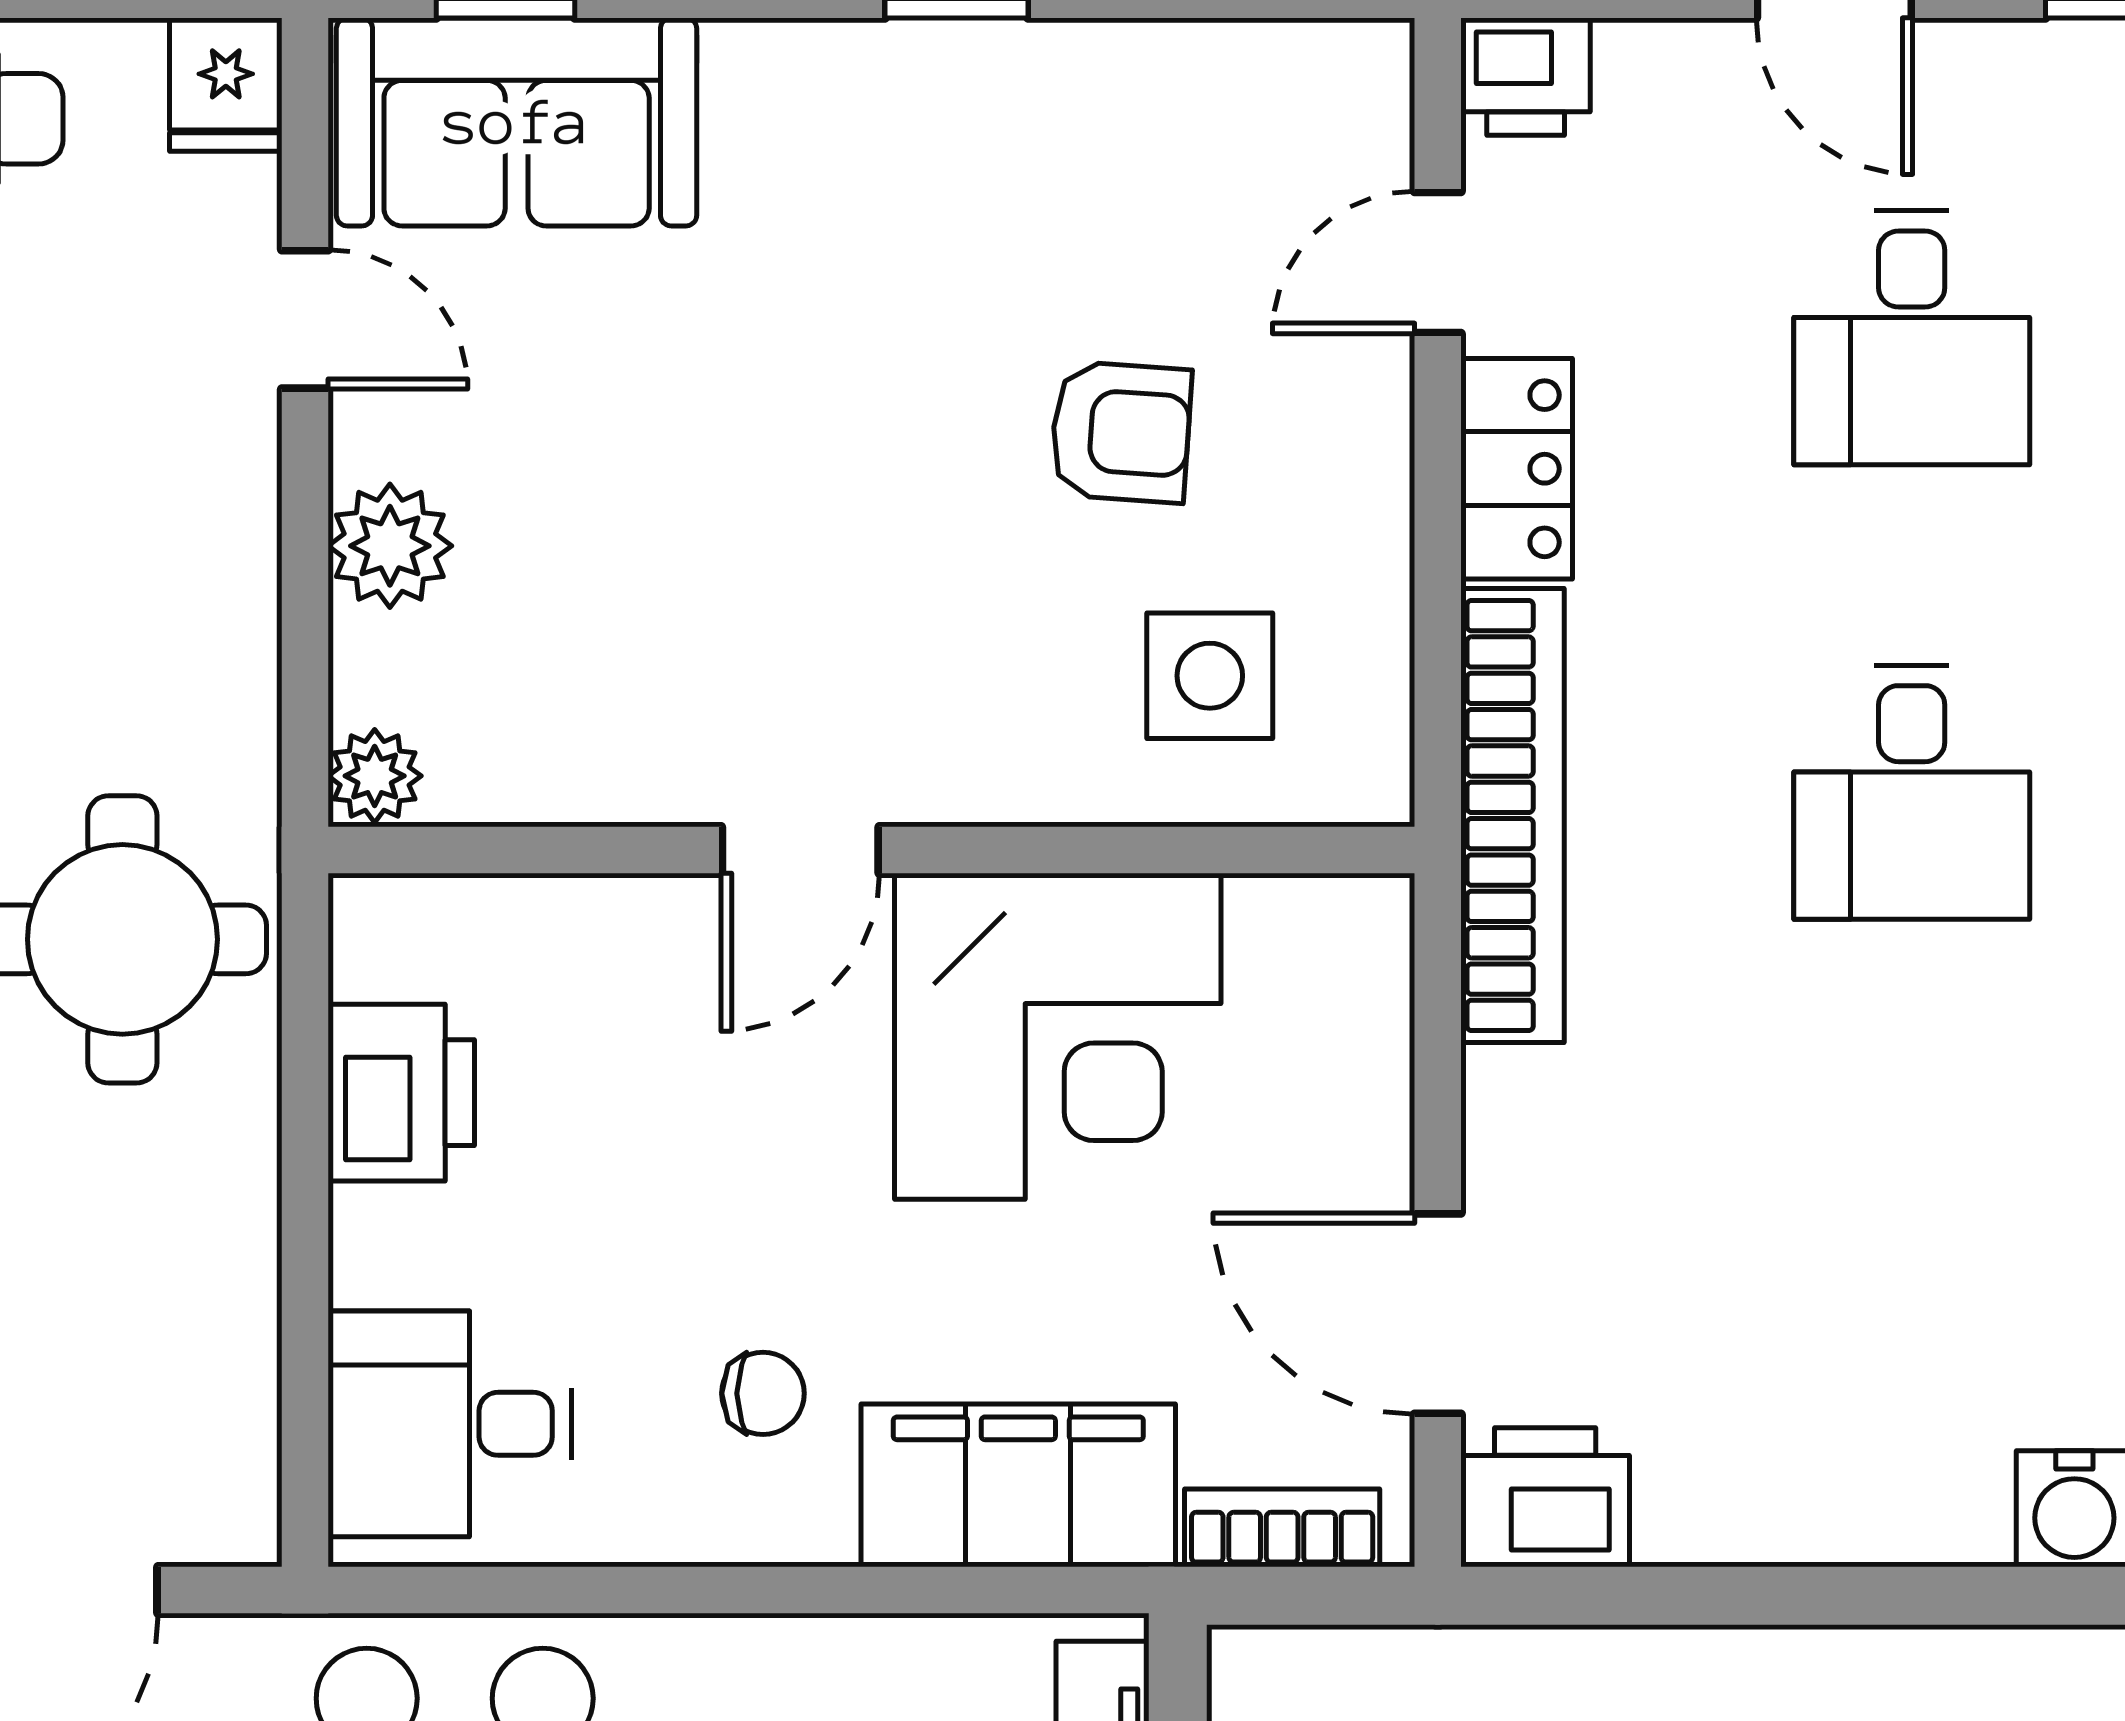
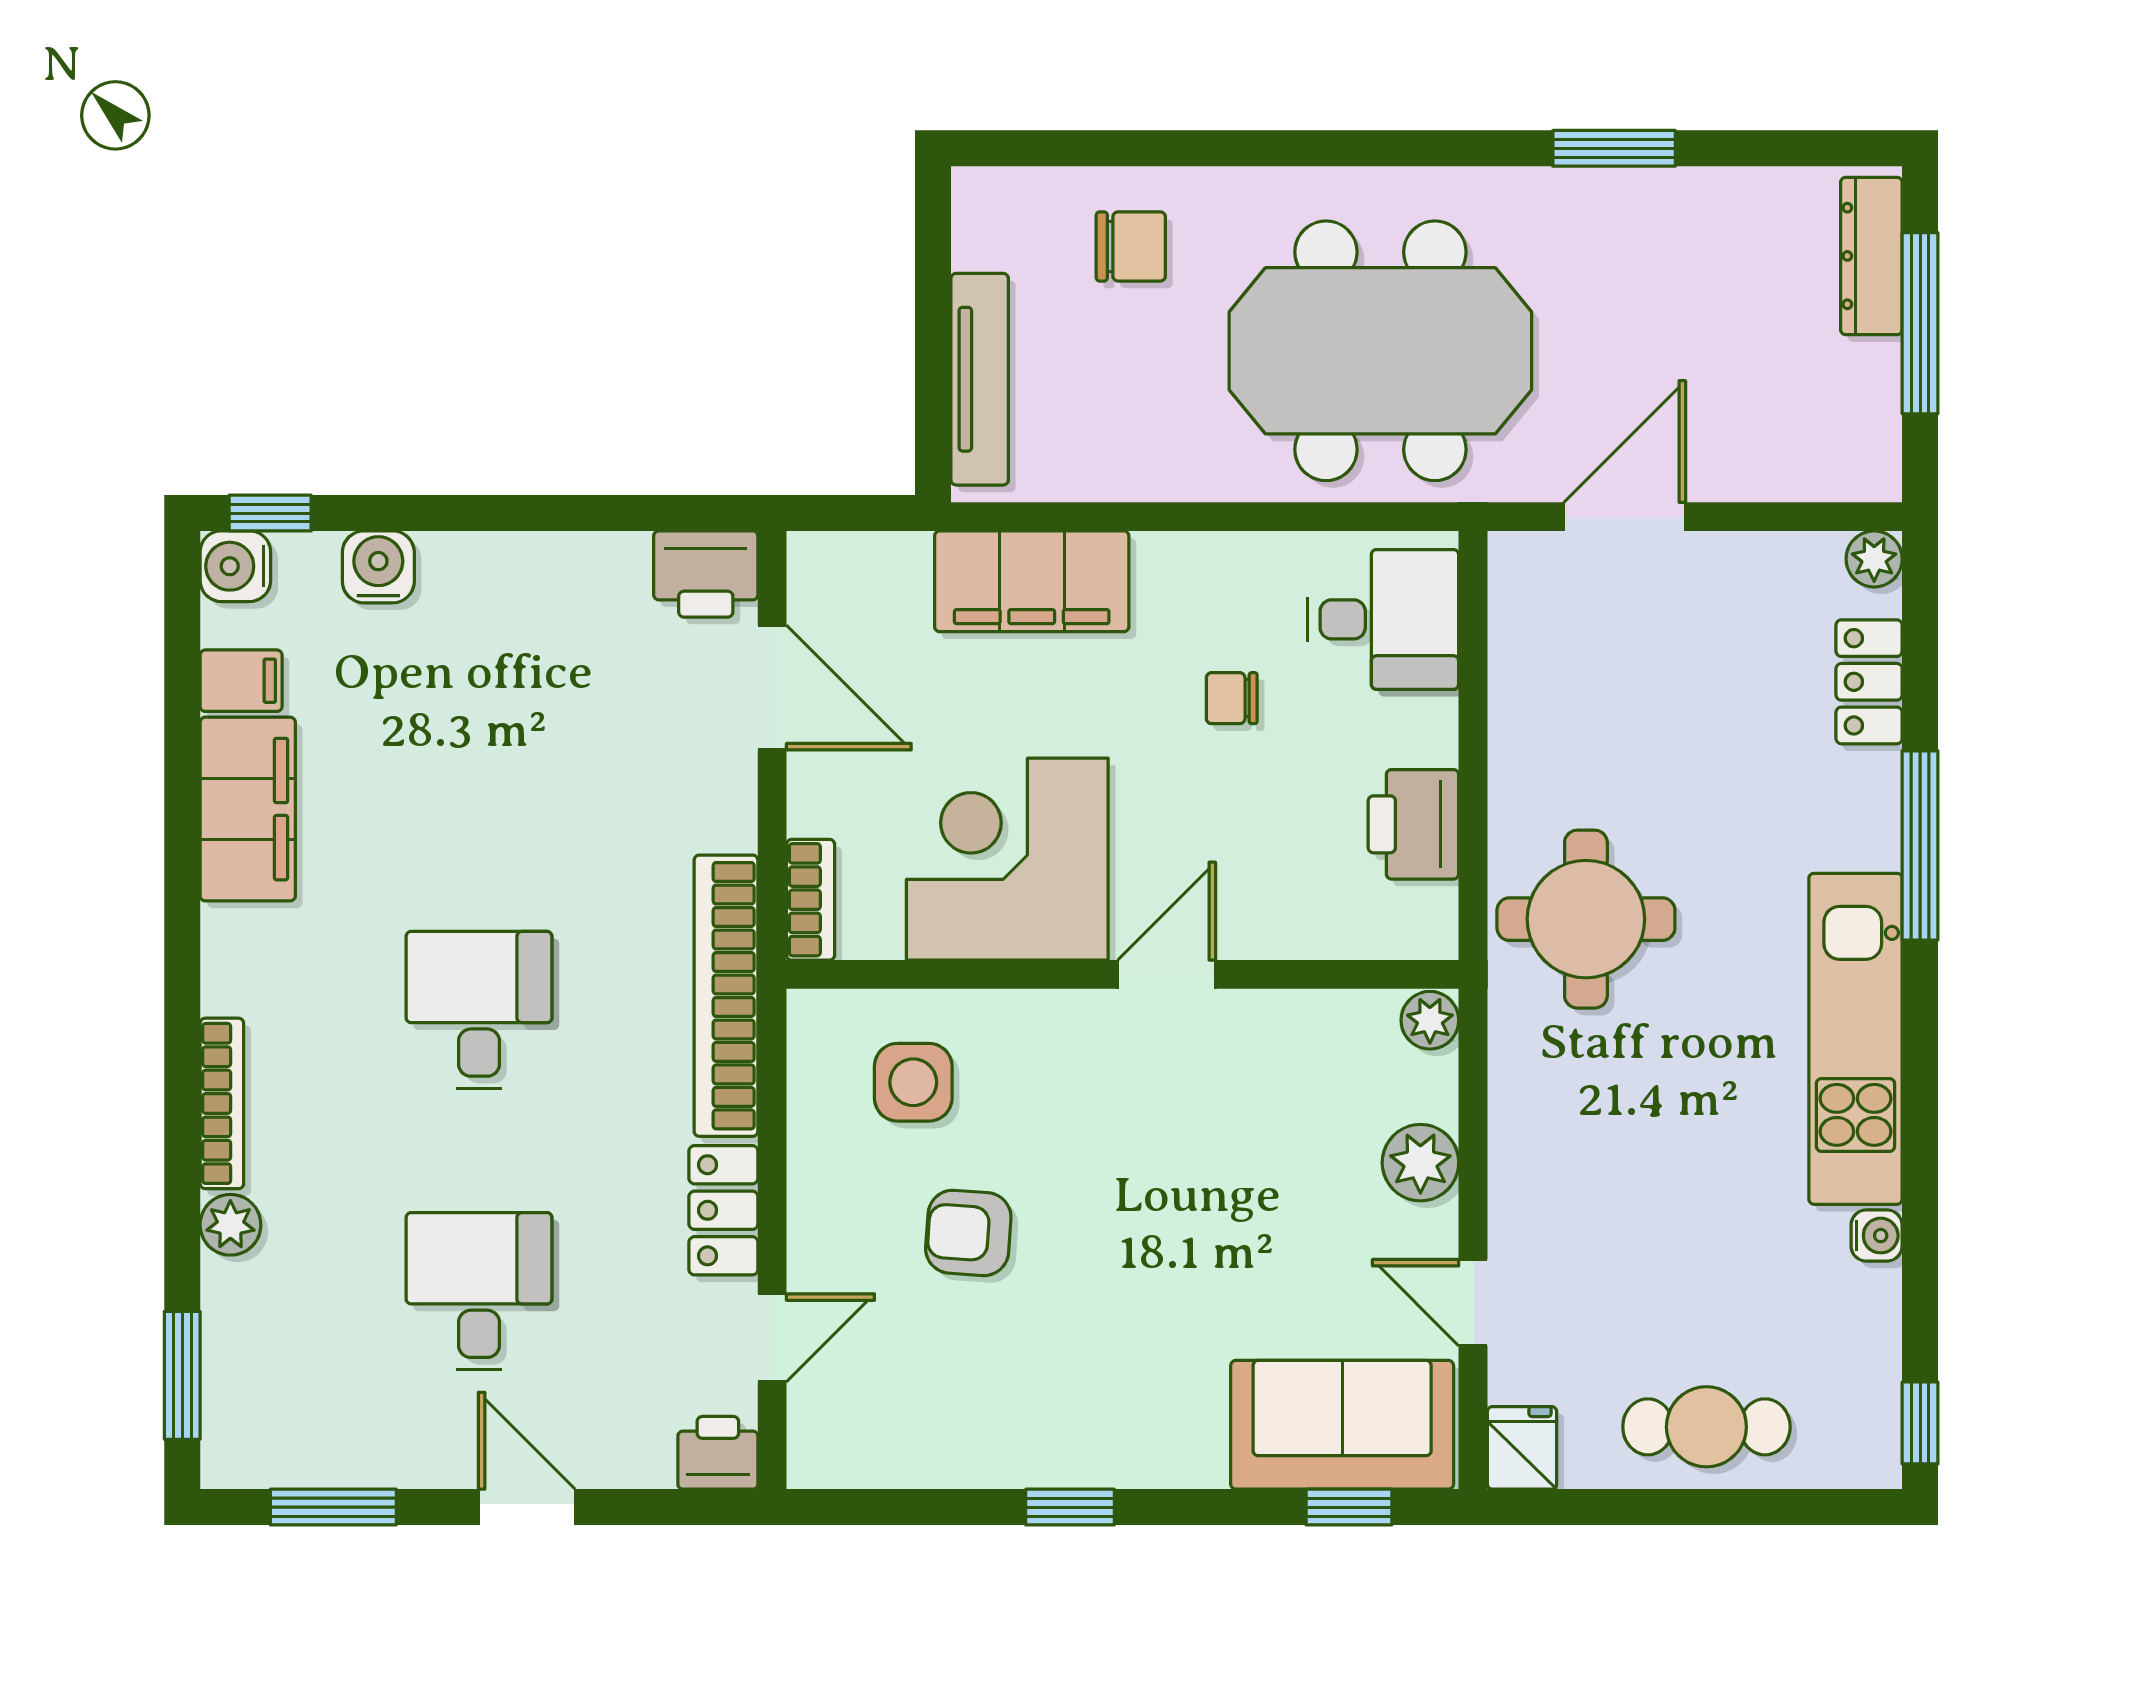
chair: (763, 1393) -> (1232, 698), moved
bookcase: (1282, 1528) -> (811, 900), moved, turned -90

